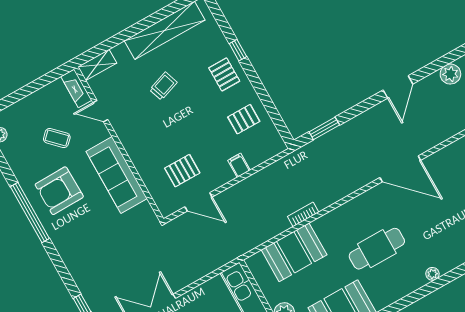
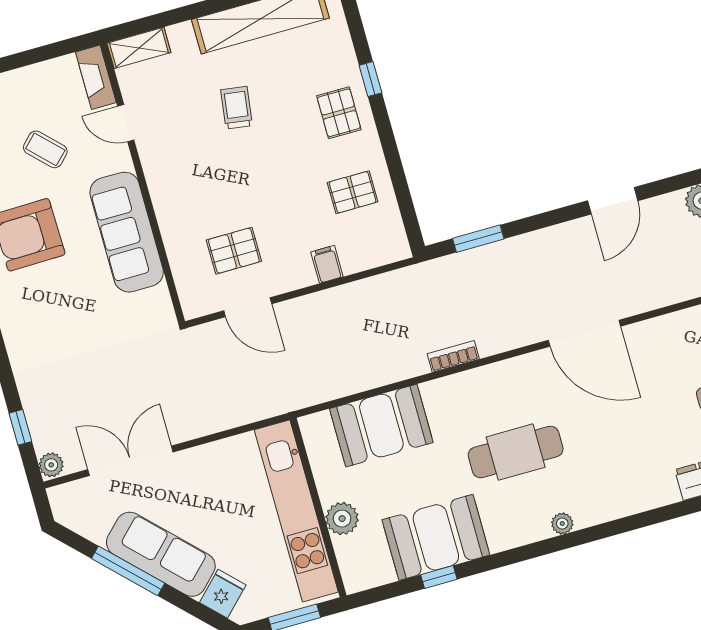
trolley: (163, 86) -> (236, 108), turned -63
bookcase: (303, 214) -> (453, 356), moved
plant: (432, 274) -> (562, 523), moved

